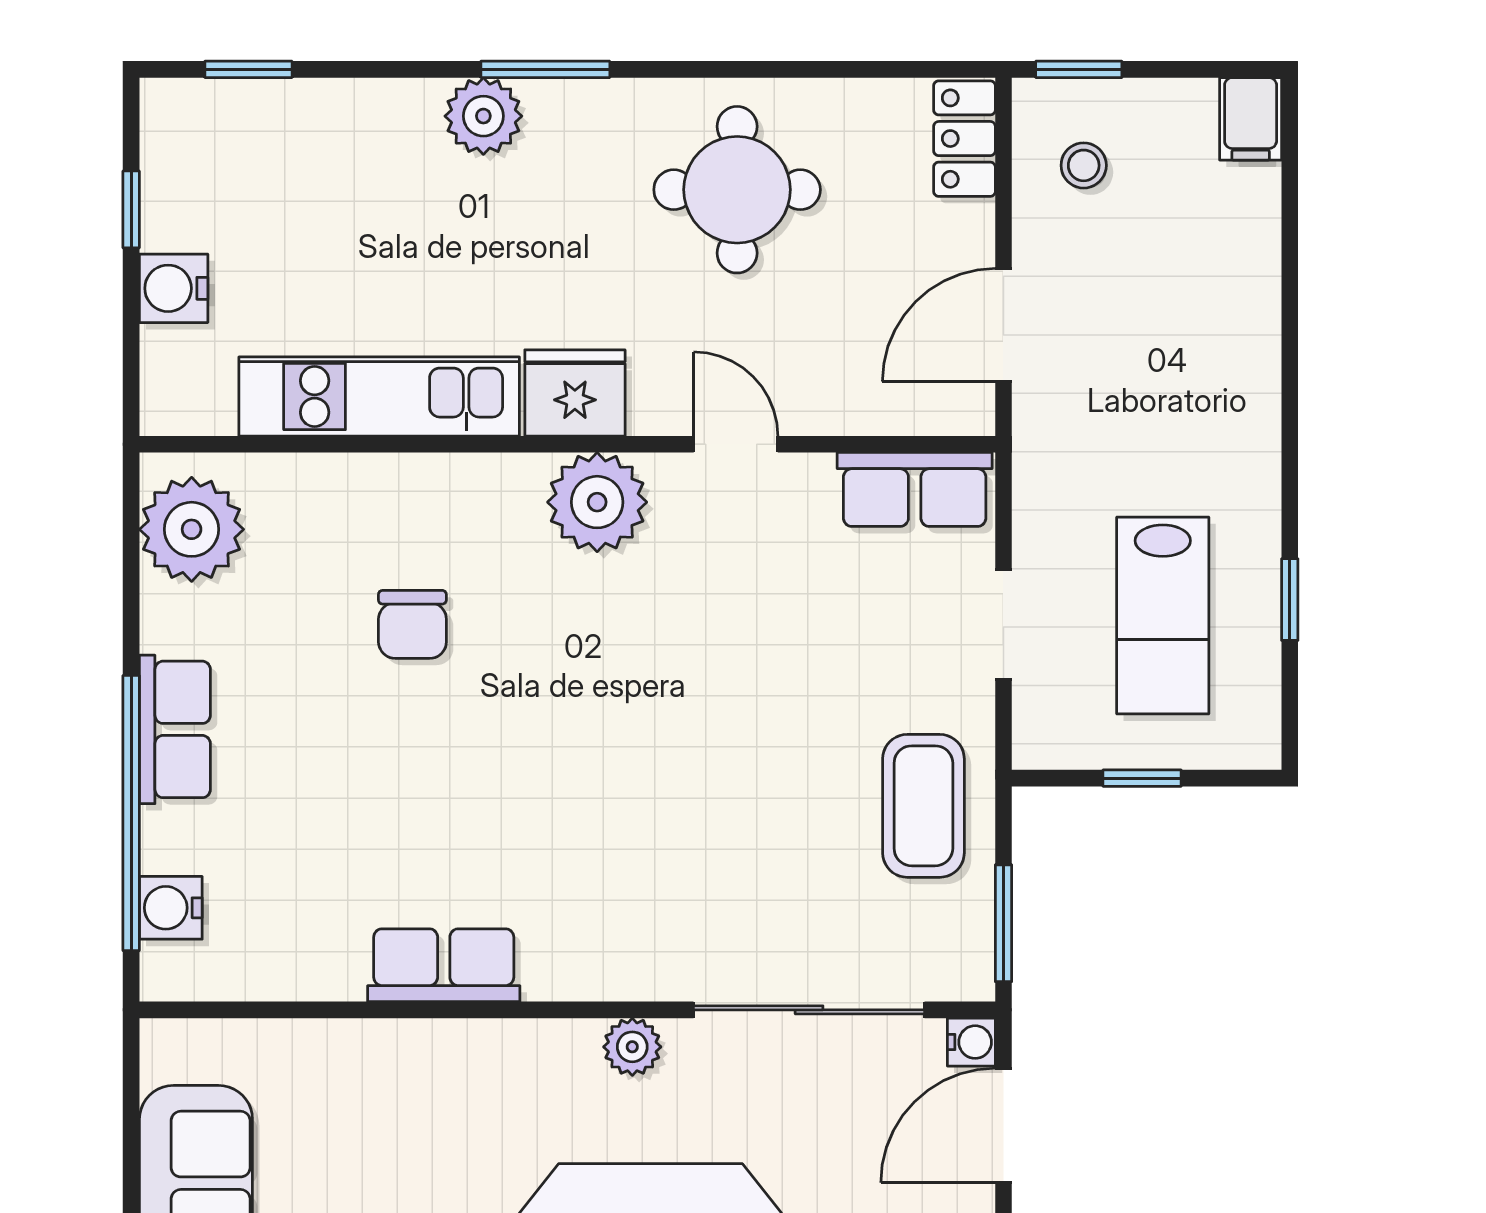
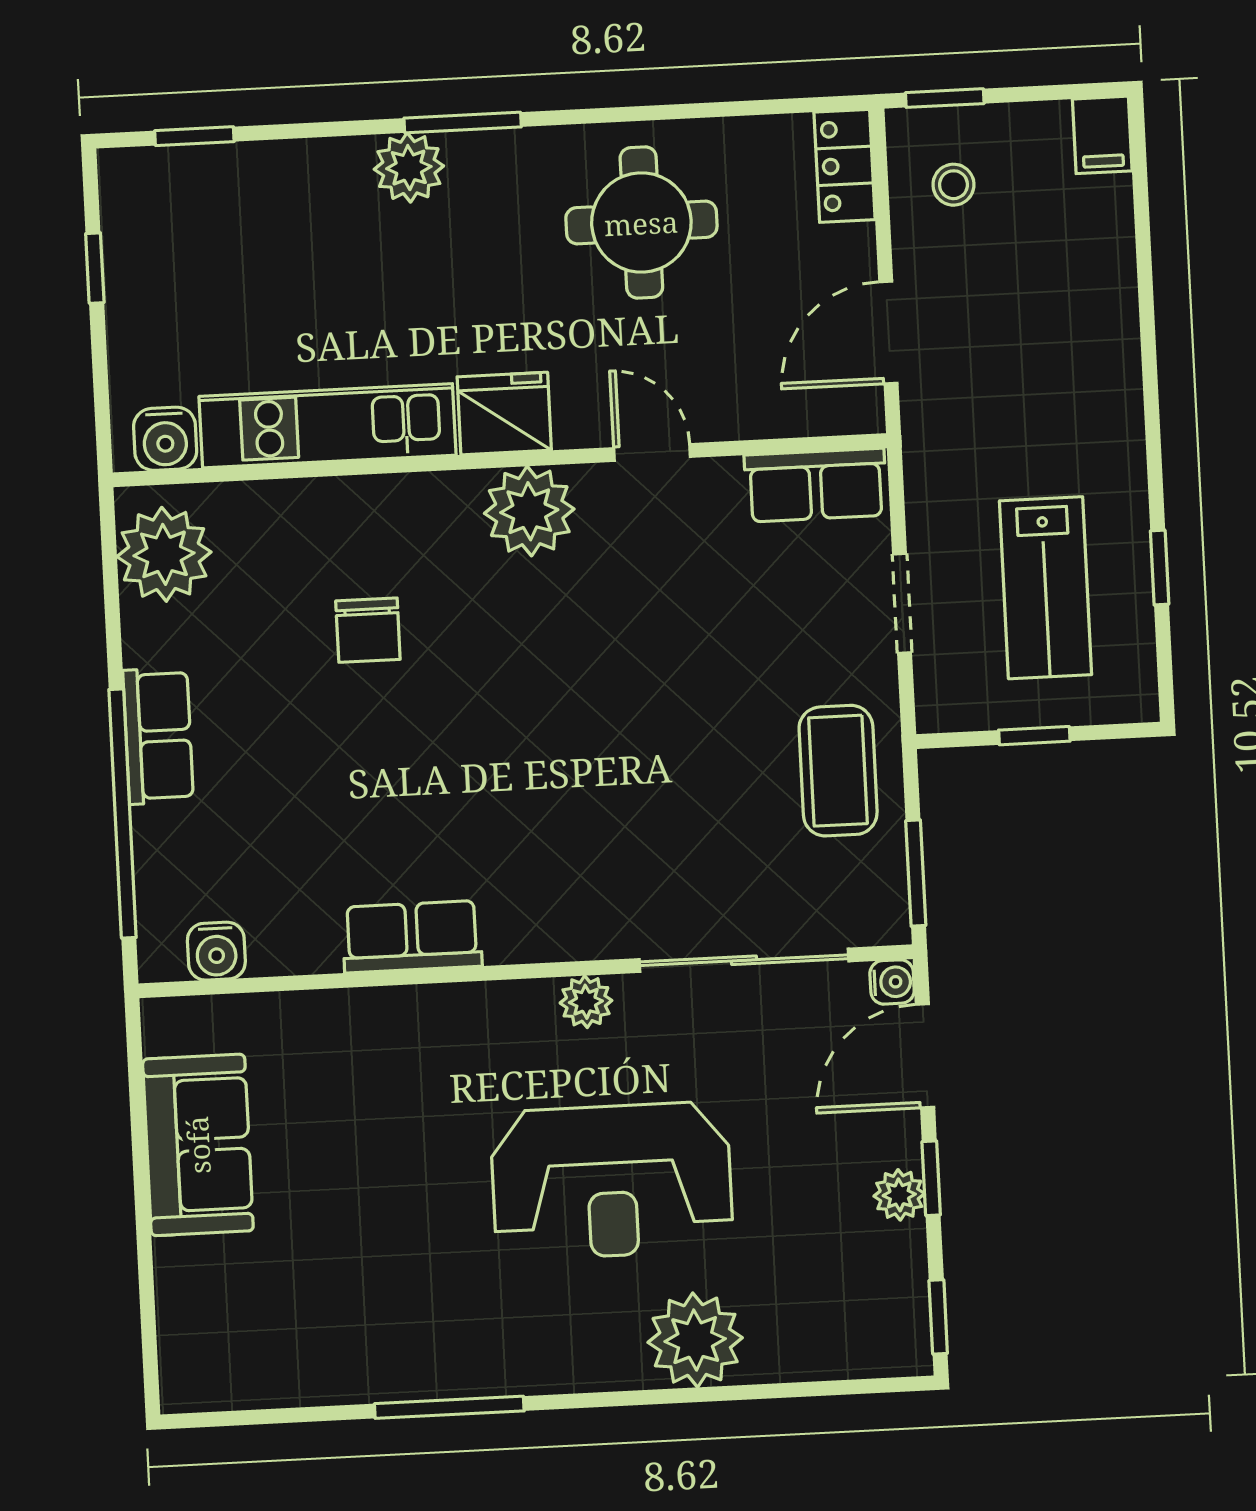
water cooler: (174, 288) -> (165, 439), moved, turned -90
water cooler: (171, 908) -> (216, 951), moved, turned -90

